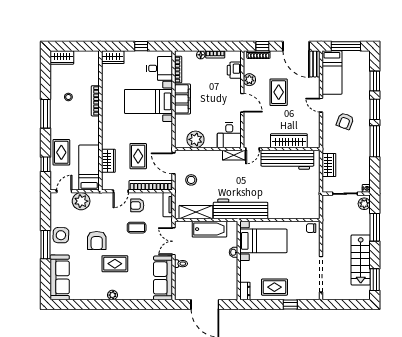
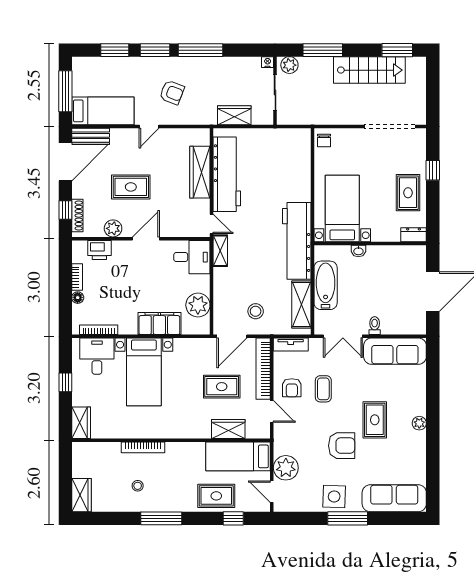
filing cabinet: (183, 99) -> (159, 323), moved

